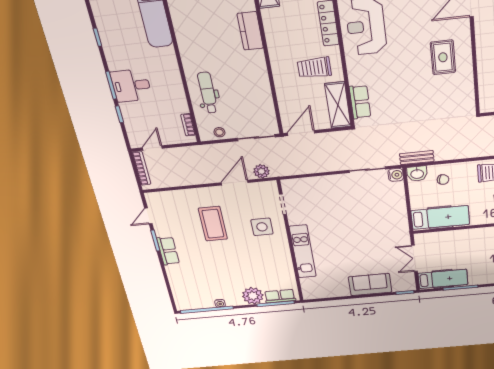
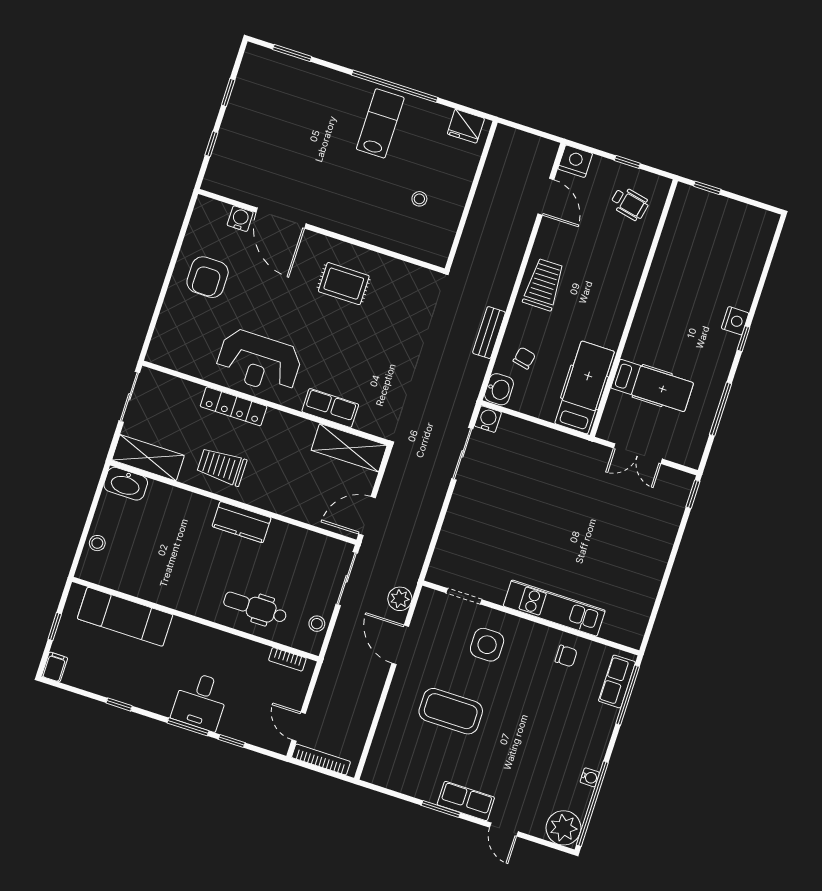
kitchen counter: (250, 31) -> (242, 522), moved
trolley: (314, 68) -> (222, 467), moved, turned 90
row of seats: (360, 102) -> (330, 408), moved
door: (301, 133) -> (367, 516), hinge flipped
bench: (417, 158) -> (489, 333), moved
door: (148, 216) -> (504, 829), moved
chair: (279, 267) -> (566, 656), added
hospital bed: (443, 279) -> (652, 385), moved, turned 90
sofa: (370, 285) -> (656, 539), removed
plant: (253, 296) -> (564, 828), moved

